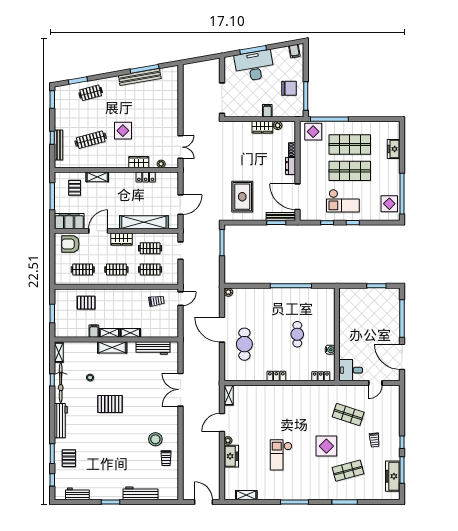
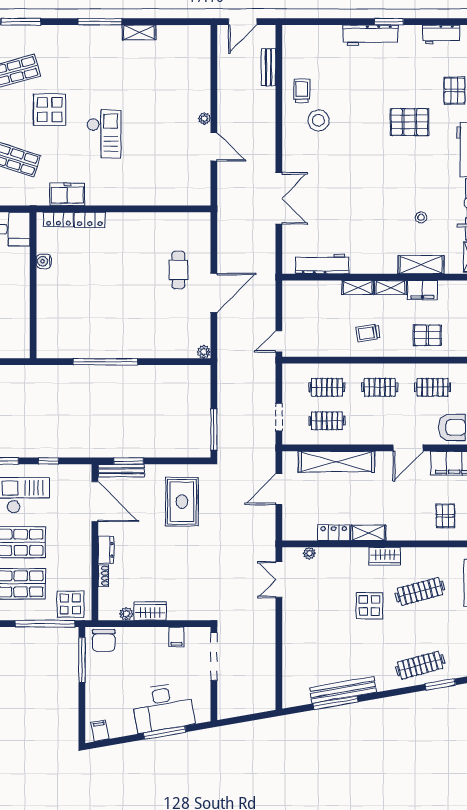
chair: (289, 88) -> (104, 641), moved, turned -90
clothes rail: (91, 93) -> (420, 665), width x1.36
filing cabinet: (267, 111) -> (176, 637), moved
wardrobe: (139, 162) -> (385, 556), moved
shelving: (97, 177) -> (368, 533), moved
wardrobe: (121, 239) -> (372, 435), removed
trolley: (157, 301) -> (368, 333), moved
door: (222, 330) -> (214, 293), hinge flipped
filing cabinet: (94, 331) -> (422, 290), width x2.00
cafe table: (297, 334) -> (95, 286), removed
cafe table: (244, 344) -> (178, 270), width x0.73, depth x0.74
shelving: (112, 347) -> (421, 265), moved
locker: (276, 376) -> (90, 220), moved
shelving: (229, 395) -> (203, 190), removed
pallet: (110, 404) -> (409, 122), moved
door: (222, 423) -> (214, 147), hinge flipped
checkout: (281, 455) -> (104, 134), moved
freezer: (231, 456) -> (67, 194), moved, turned 90
bench: (187, 473) -> (268, 67), added
workbench: (141, 493) -> (371, 35), moved
shelving: (246, 495) -> (139, 32), moved
door: (204, 502) -> (243, 22), hinge flipped

